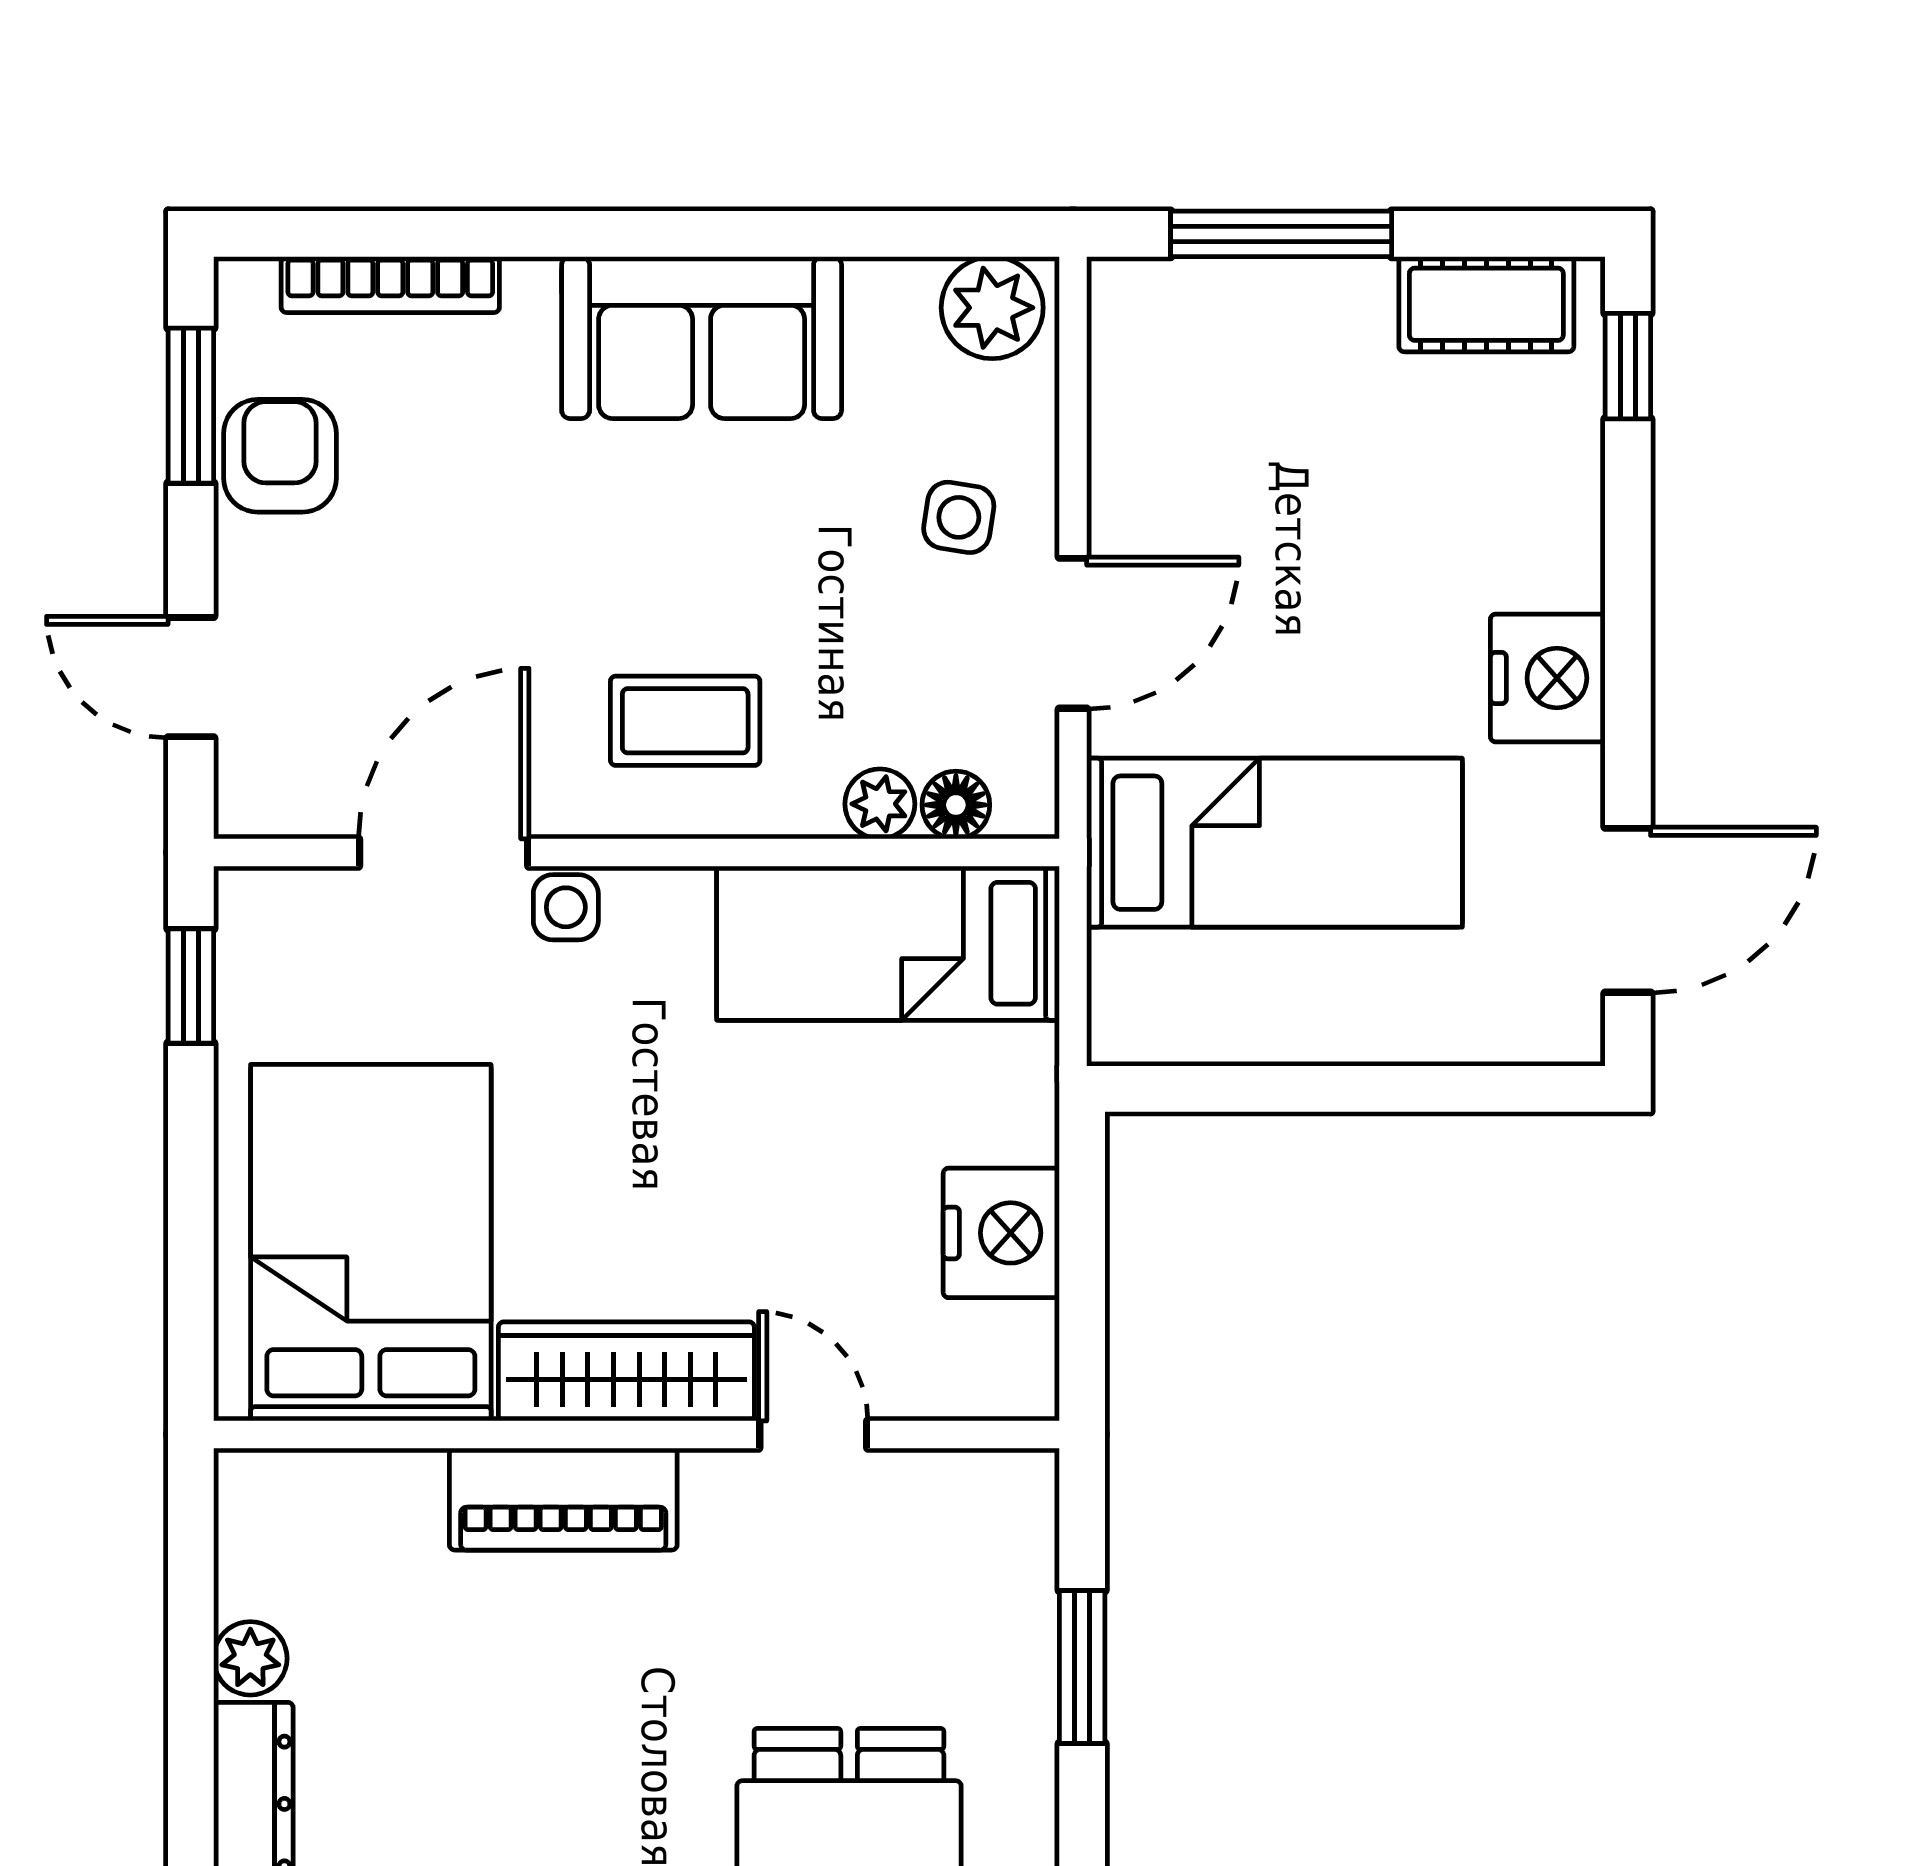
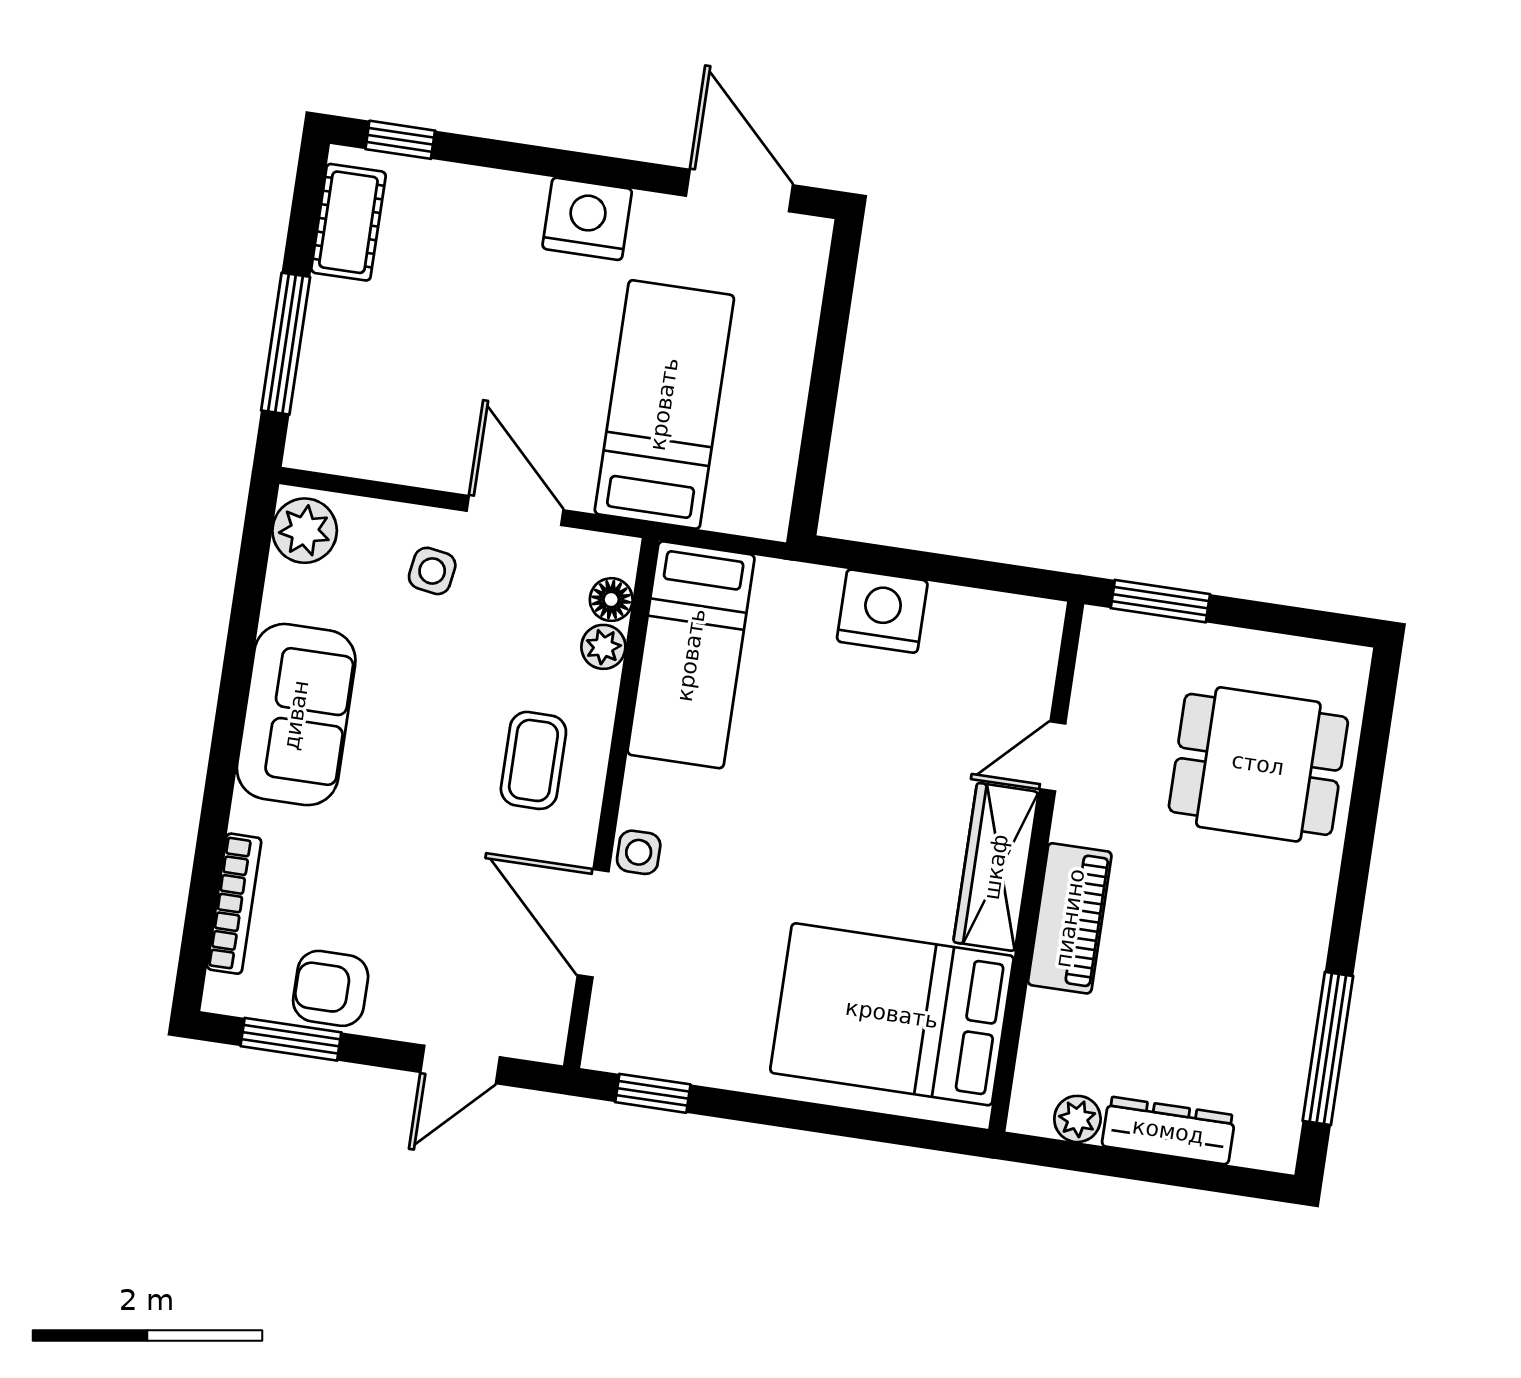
bed: (371, 1243) -> (892, 1014), moved
wardrobe: (626, 1371) -> (996, 867), moved
wall: (636, 1435) -> (1036, 867), moved
door: (813, 1435) -> (1053, 756), moved
piano: (563, 1499) -> (1070, 918), moved

